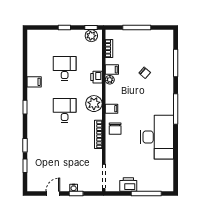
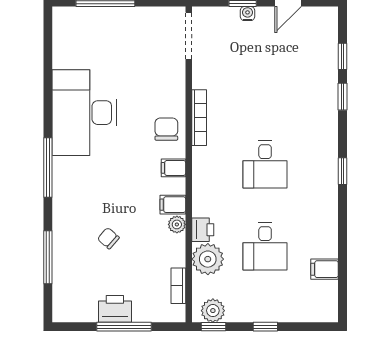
filing cabinet: (112, 70) -> (173, 205), moved
filing cabinet: (34, 82) -> (325, 269), moved
plant: (94, 104) -> (208, 259), moved
printer: (128, 184) -> (115, 309), moved, turned 180

